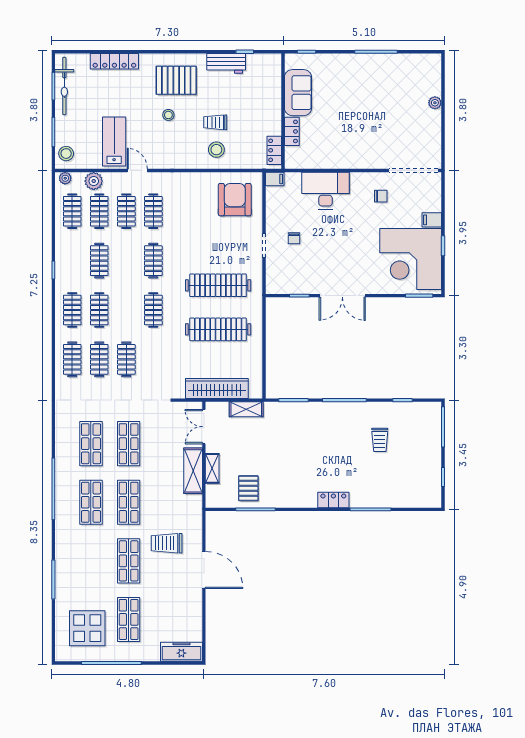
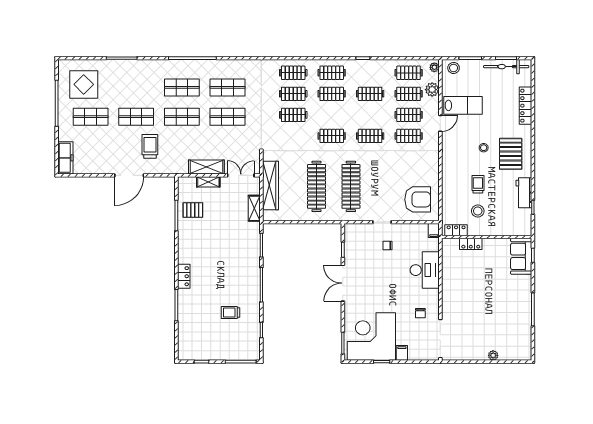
sofa: (298, 93) -> (521, 256), moved, turned 90
stool: (216, 150) -> (478, 211), moved

